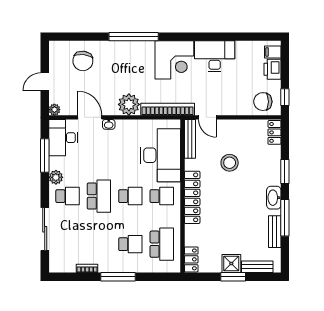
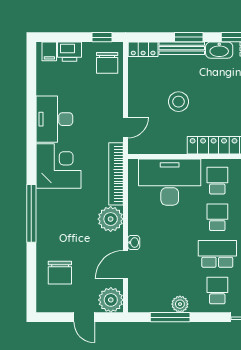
chair: (83, 61) -> (60, 273), turned 83
plant: (54, 110) -> (111, 300), width x1.88, depth x1.88
desk: (63, 138) -> (149, 296), removed
bench: (190, 139) -> (182, 48), moved
plant: (56, 177) -> (180, 304), moved

